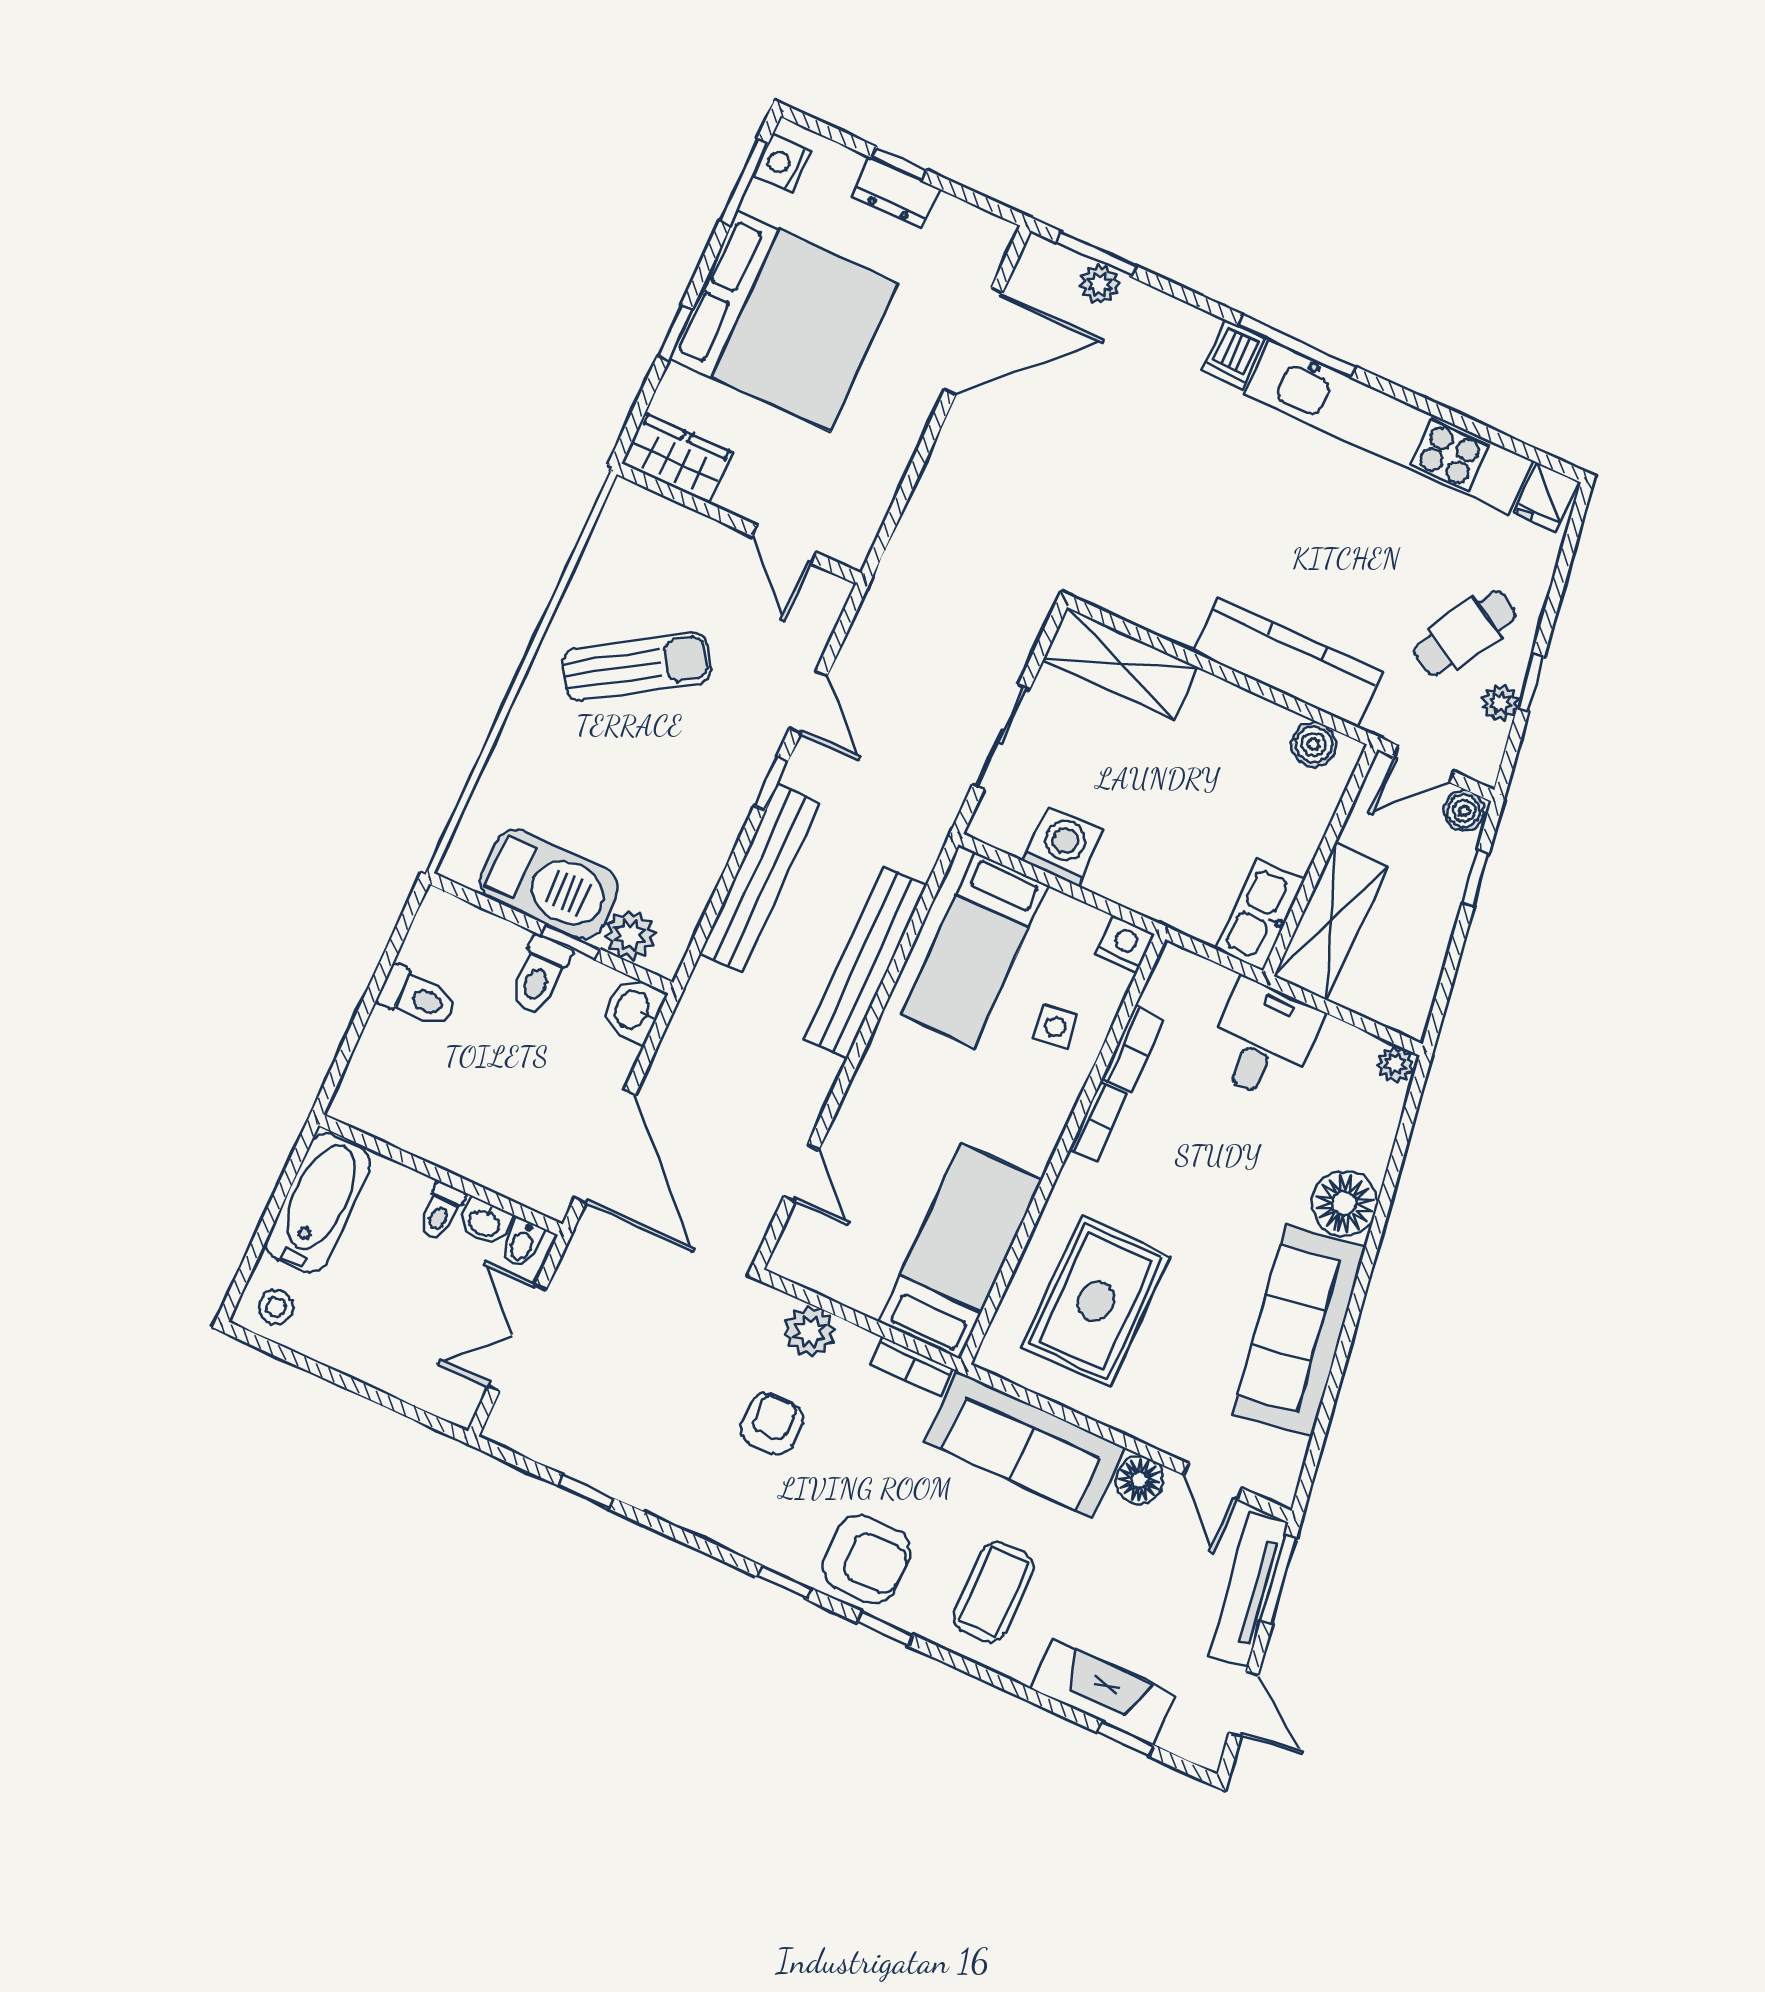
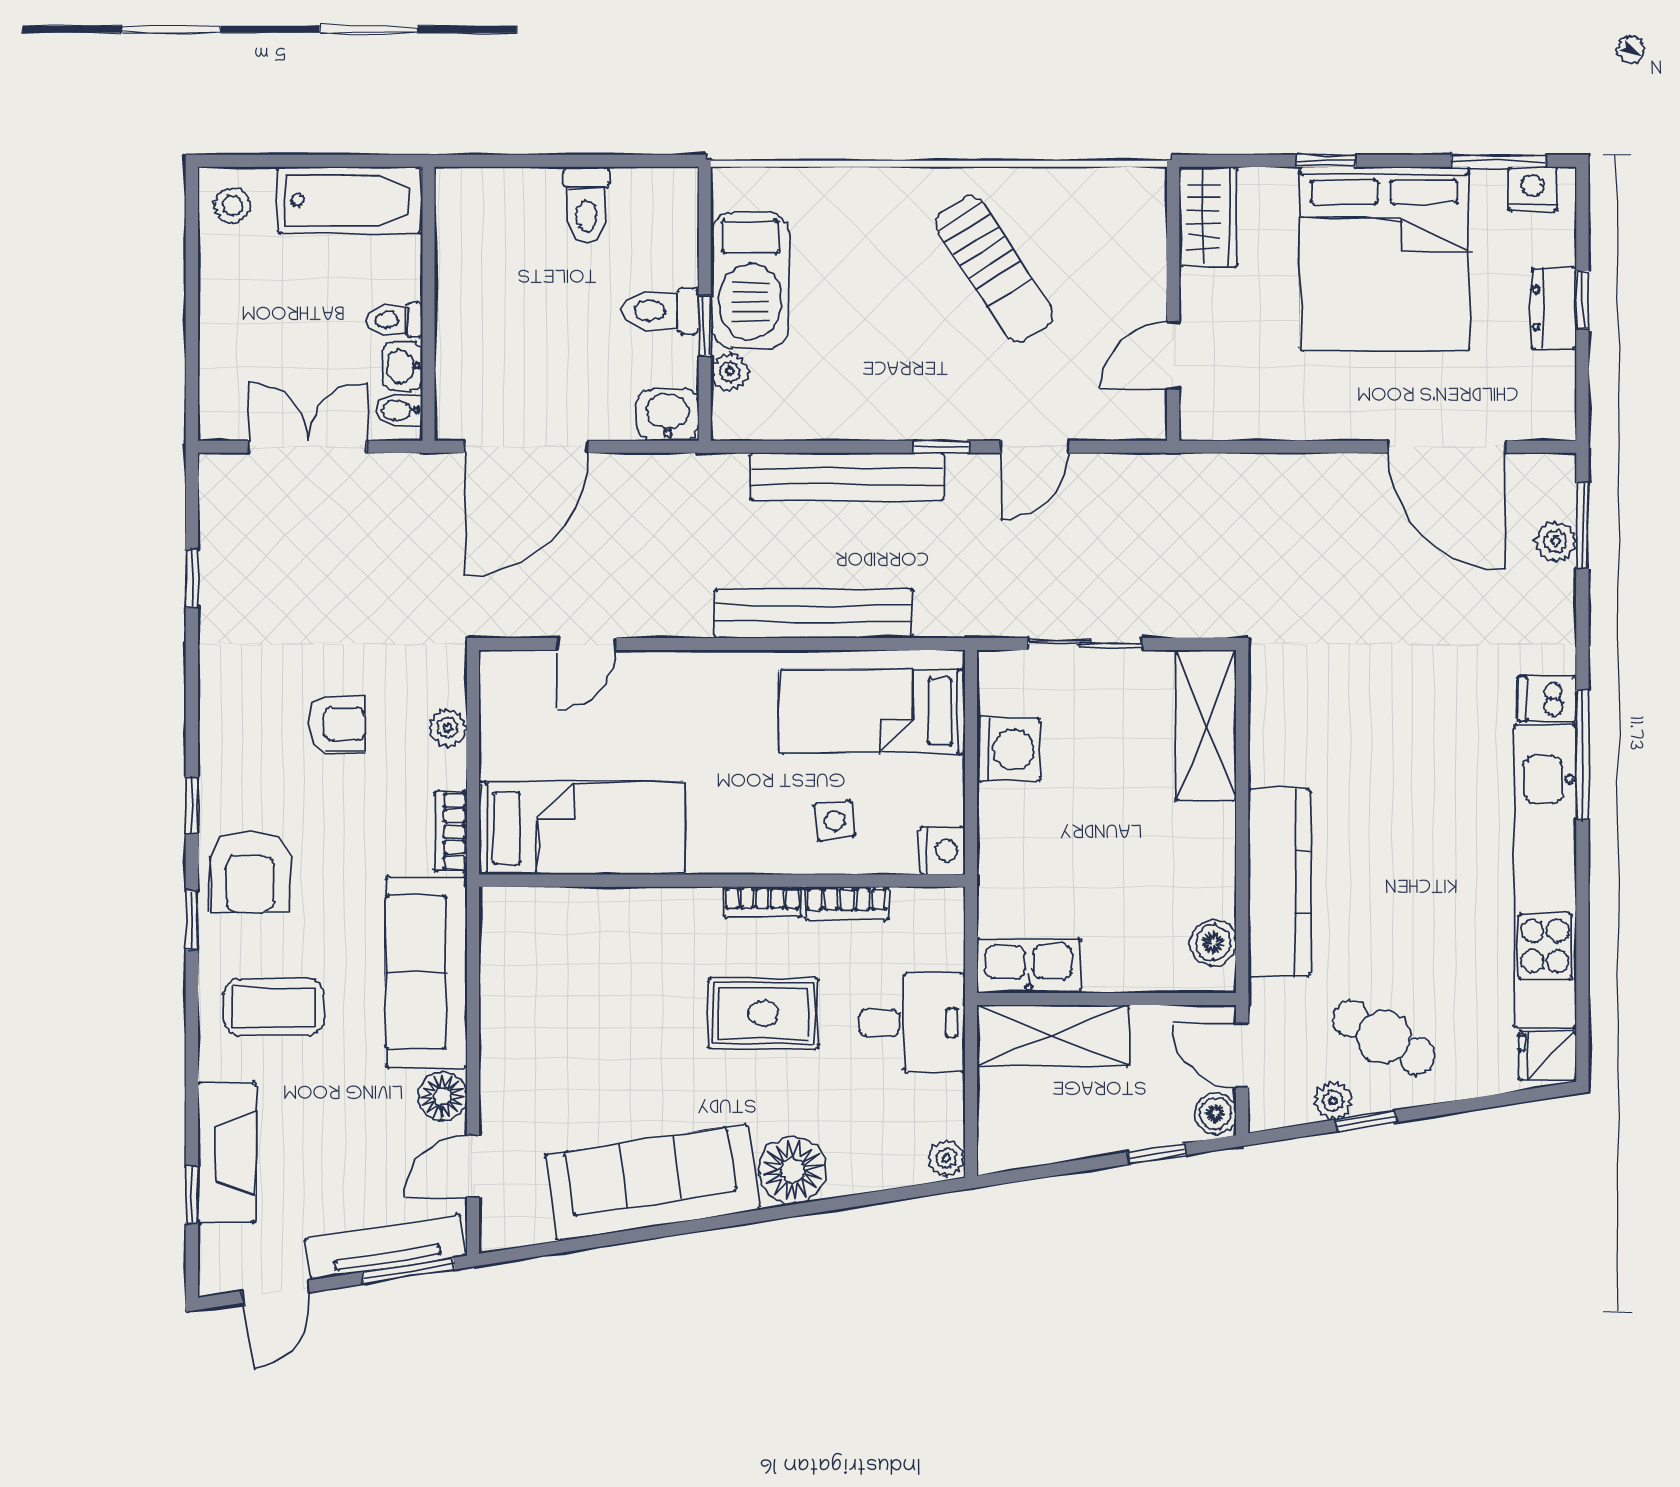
plant: (630, 935) -> (730, 372), width x0.73, depth x0.73
rug: (1096, 1301) -> (763, 1013), moved, width x0.73, depth x0.70
plant: (810, 1332) -> (447, 728), width x0.73, depth x0.73

